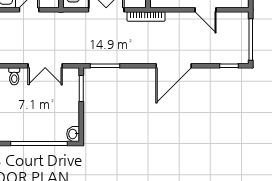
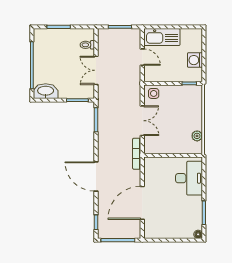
door: (206, 10) -> (142, 203), width x1.88
washbasin: (73, 134) -> (46, 91), width x1.91, depth x1.45

